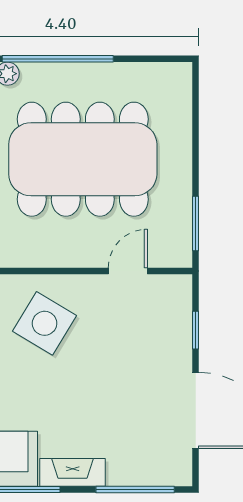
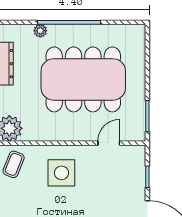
side table: (45, 323) -> (61, 173), turned -31

